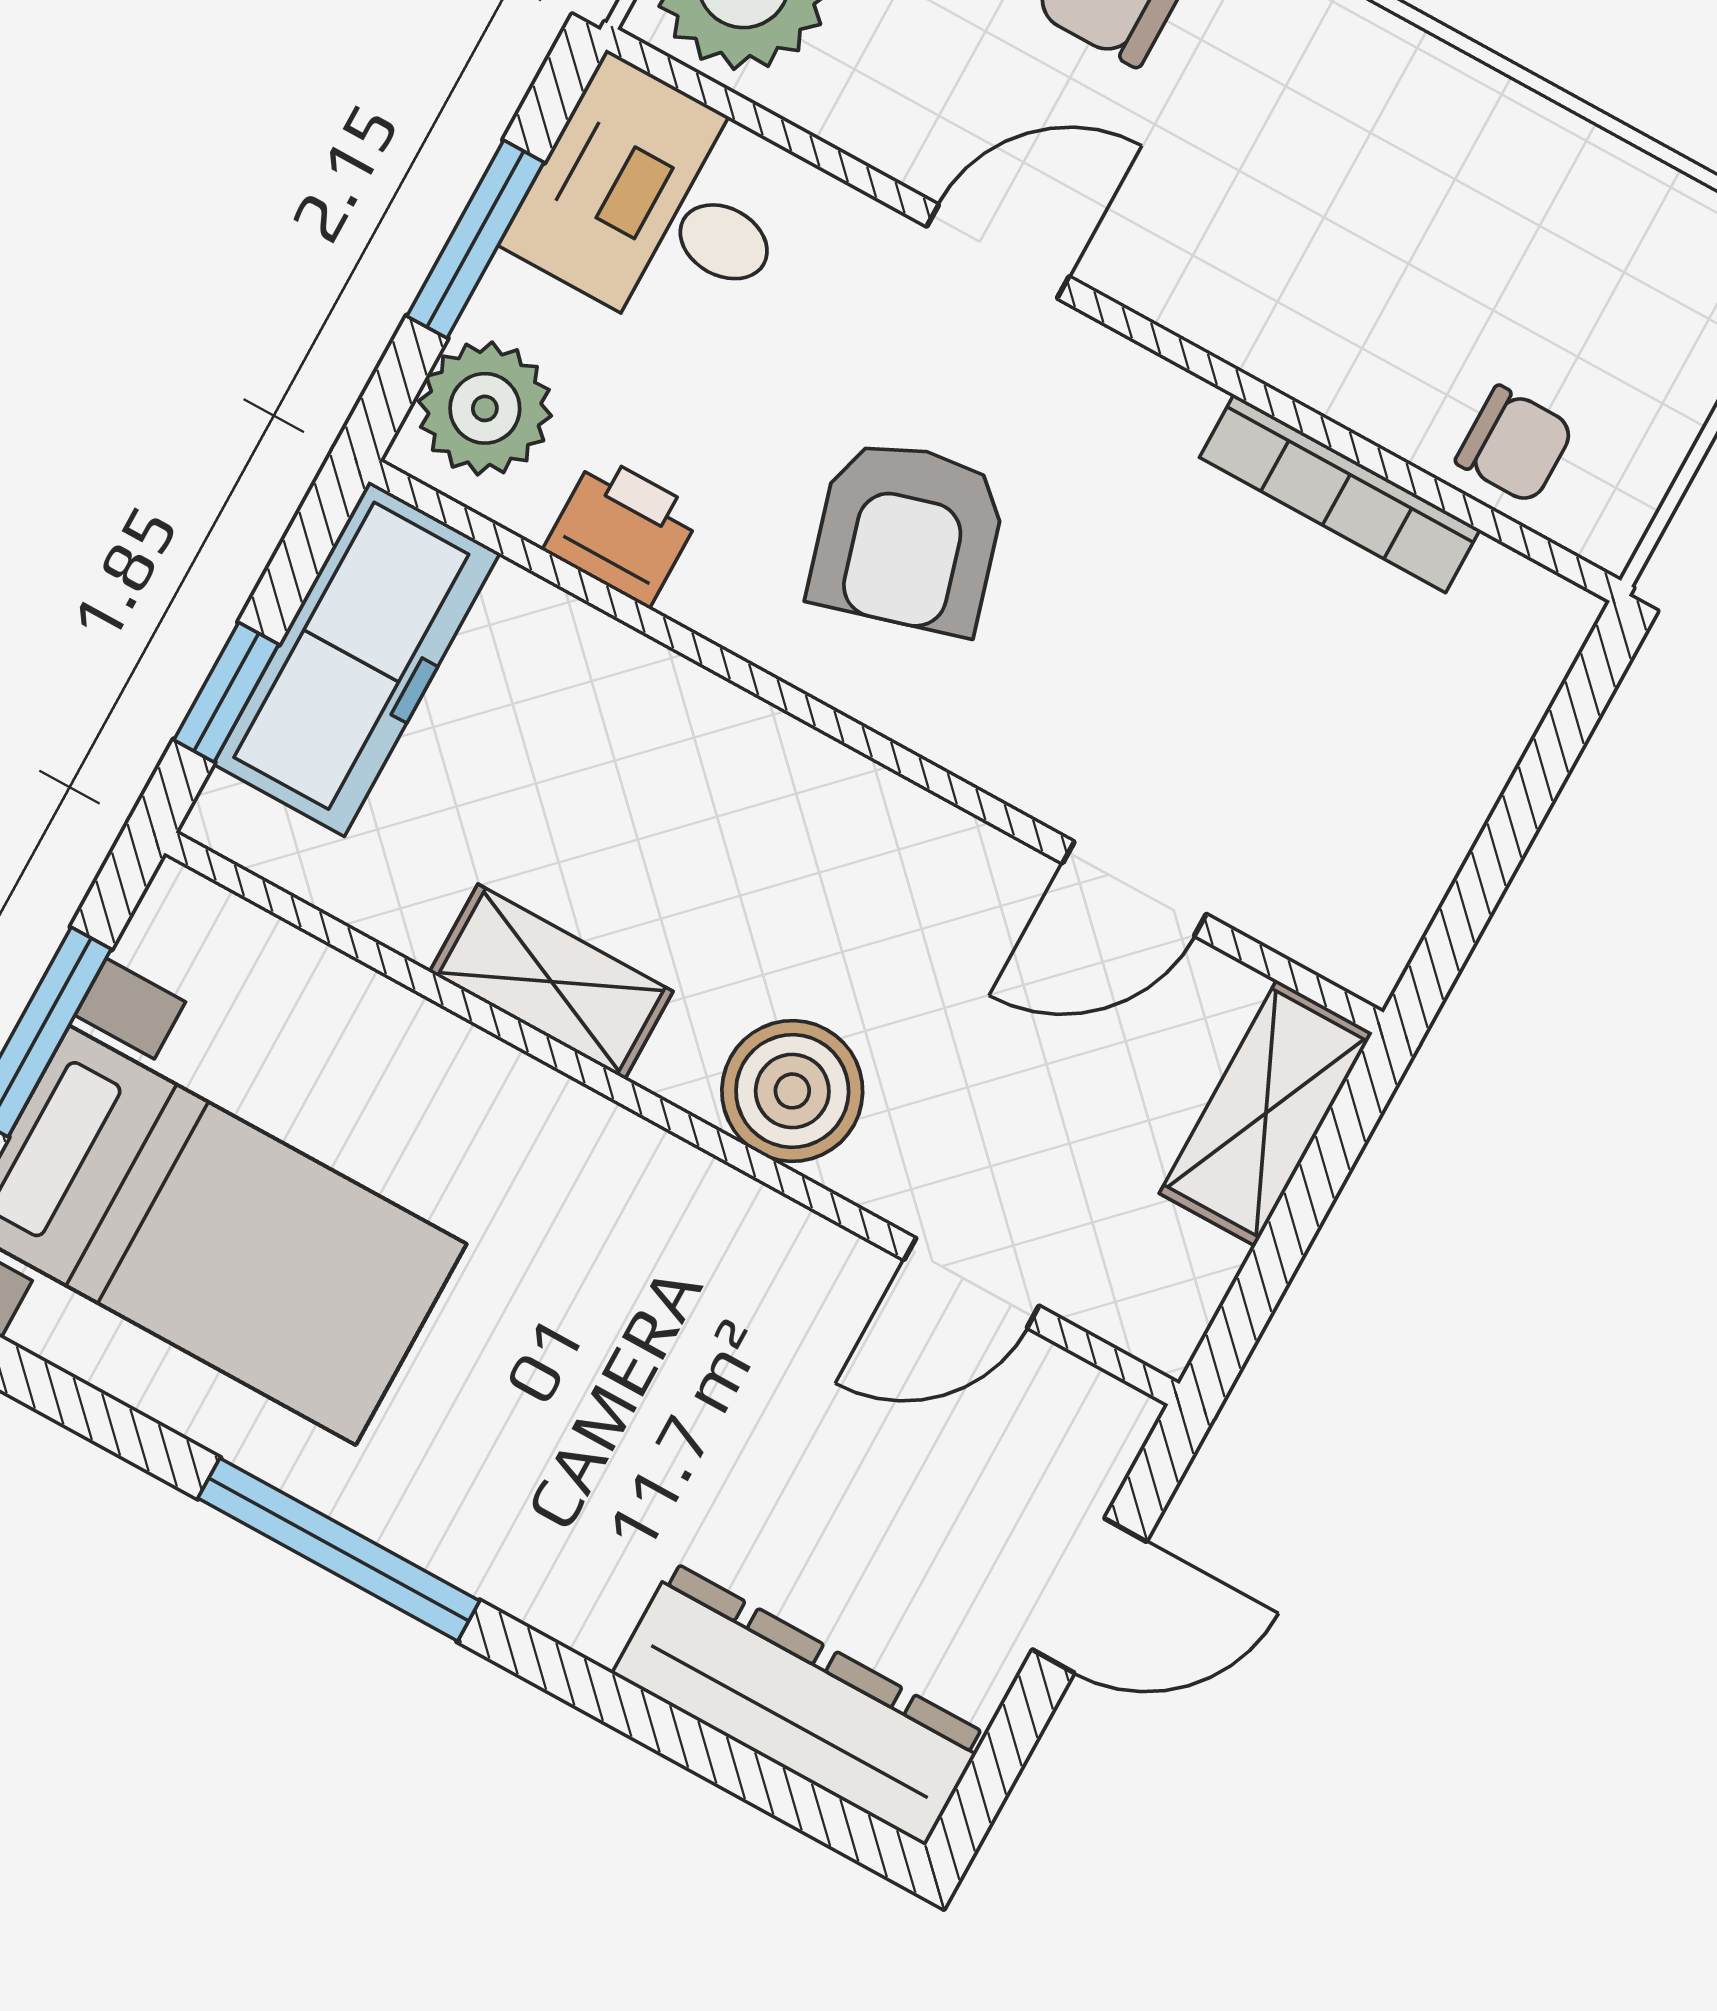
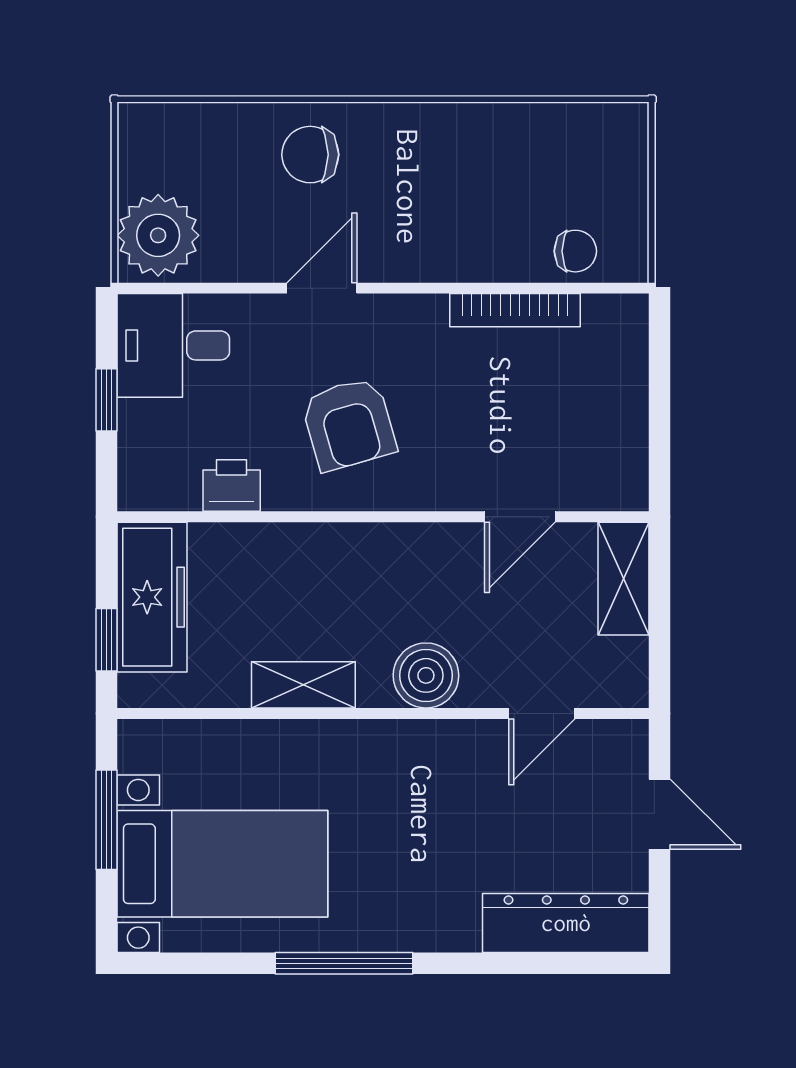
window: (475, 239) -> (107, 400), width x0.67
plant: (485, 408) -> (148, 467), removed
door: (1089, 1596) -> (660, 814), hinge flipped

